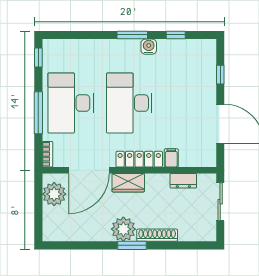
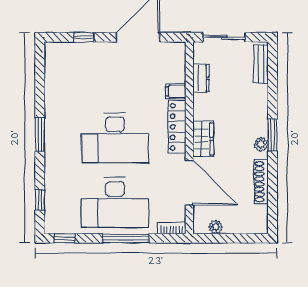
window: (176, 35) -> (40, 200), moved
water cooler: (149, 47) -> (53, 116), removed
plant: (54, 194) -> (216, 227), width x0.53, depth x0.53
plant: (123, 229) -> (261, 144), width x0.53, depth x0.53
shoe rack: (157, 235) -> (261, 182), moved
bench: (196, 235) -> (261, 64), added

